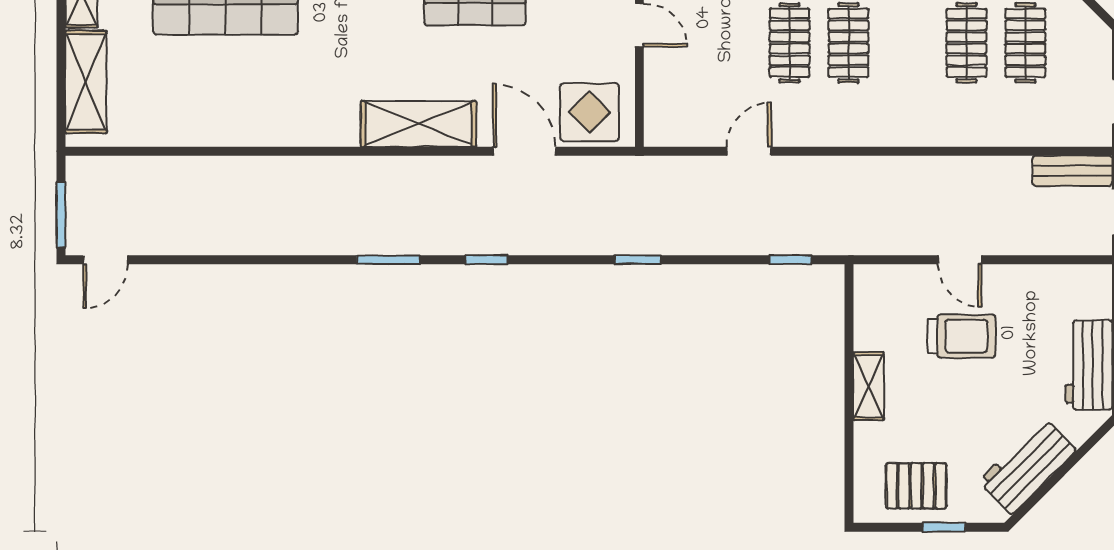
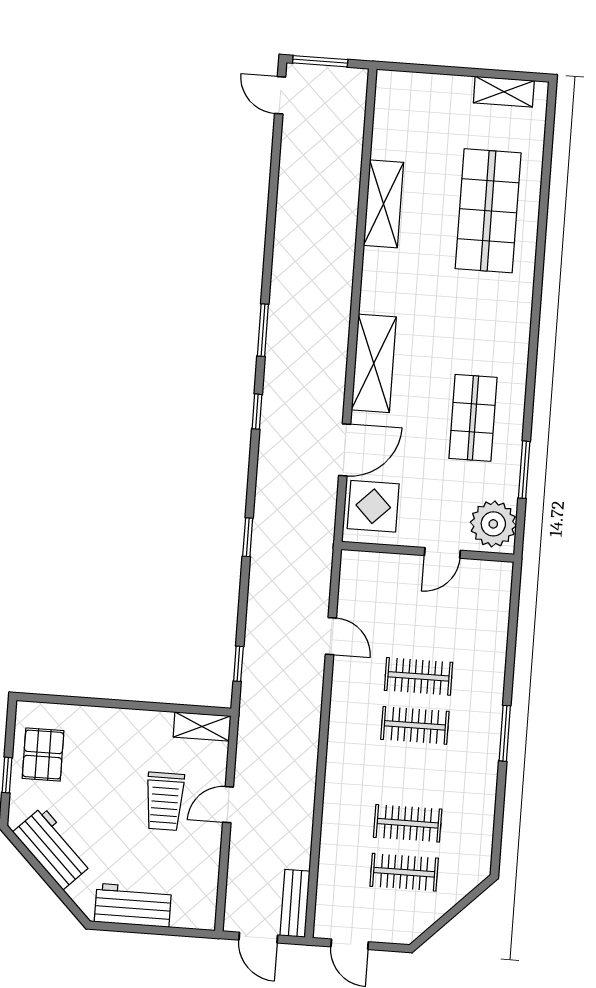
shelving: (86, 82) -> (383, 204), moved, turned 90
shelving: (869, 386) -> (202, 726), moved

